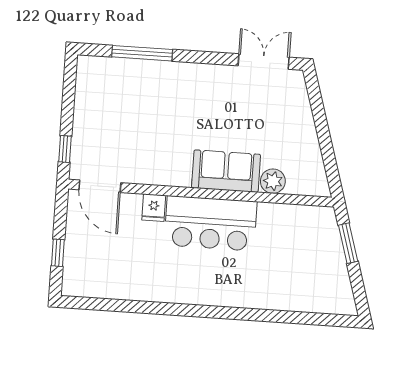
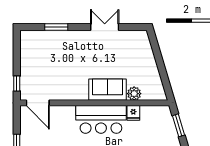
window: (142, 53) -> (56, 27), width x0.69
double door: (264, 61) -> (105, 27), moved
fridge: (154, 208) -> (133, 113), moved

